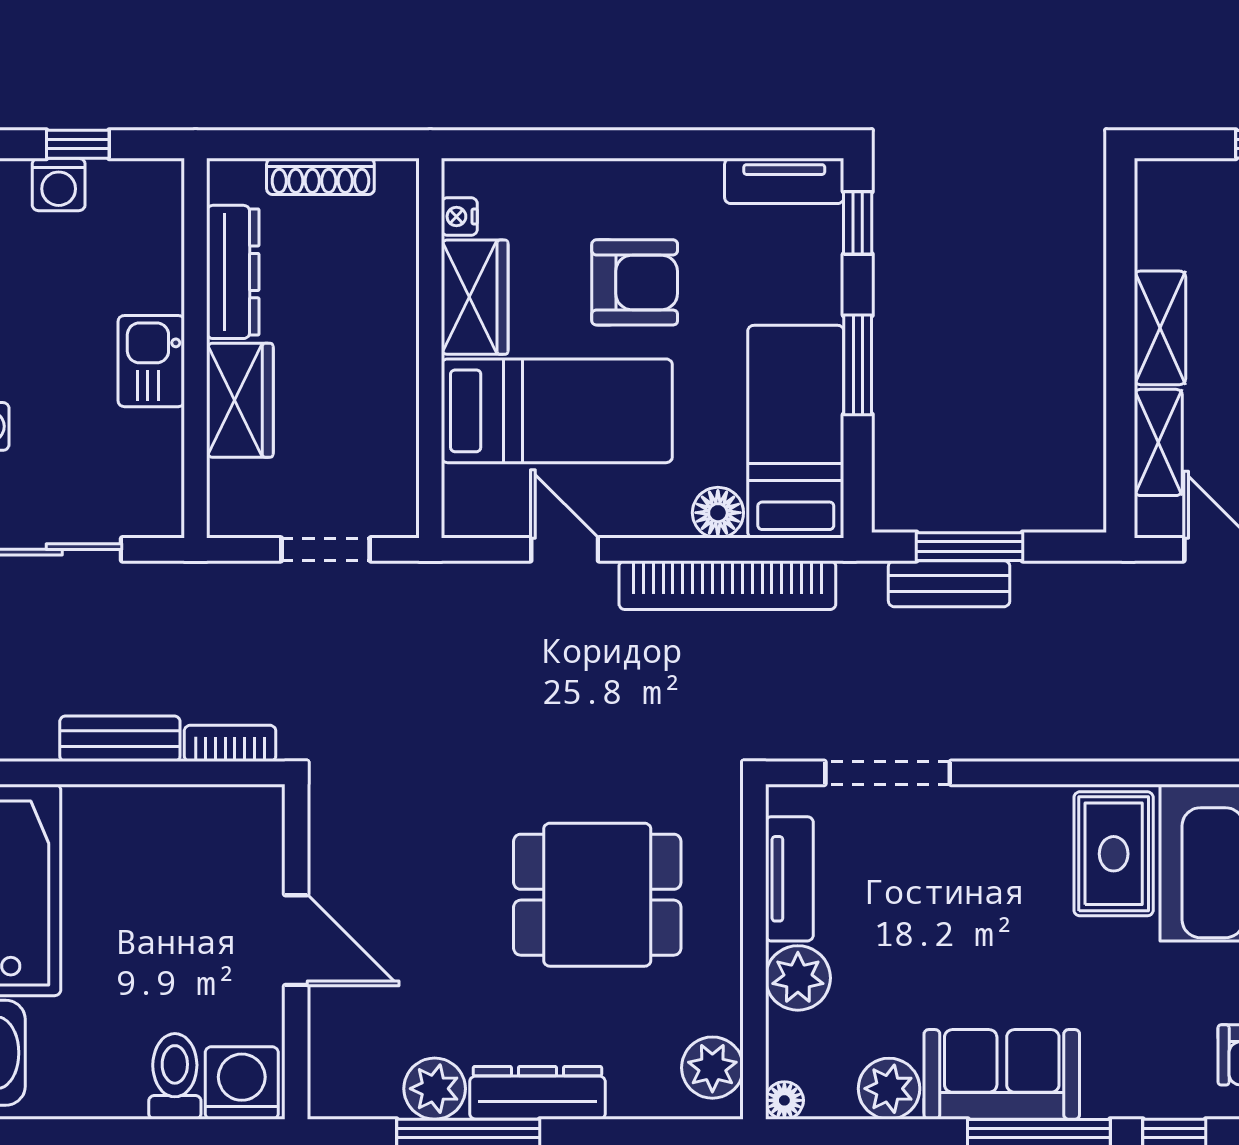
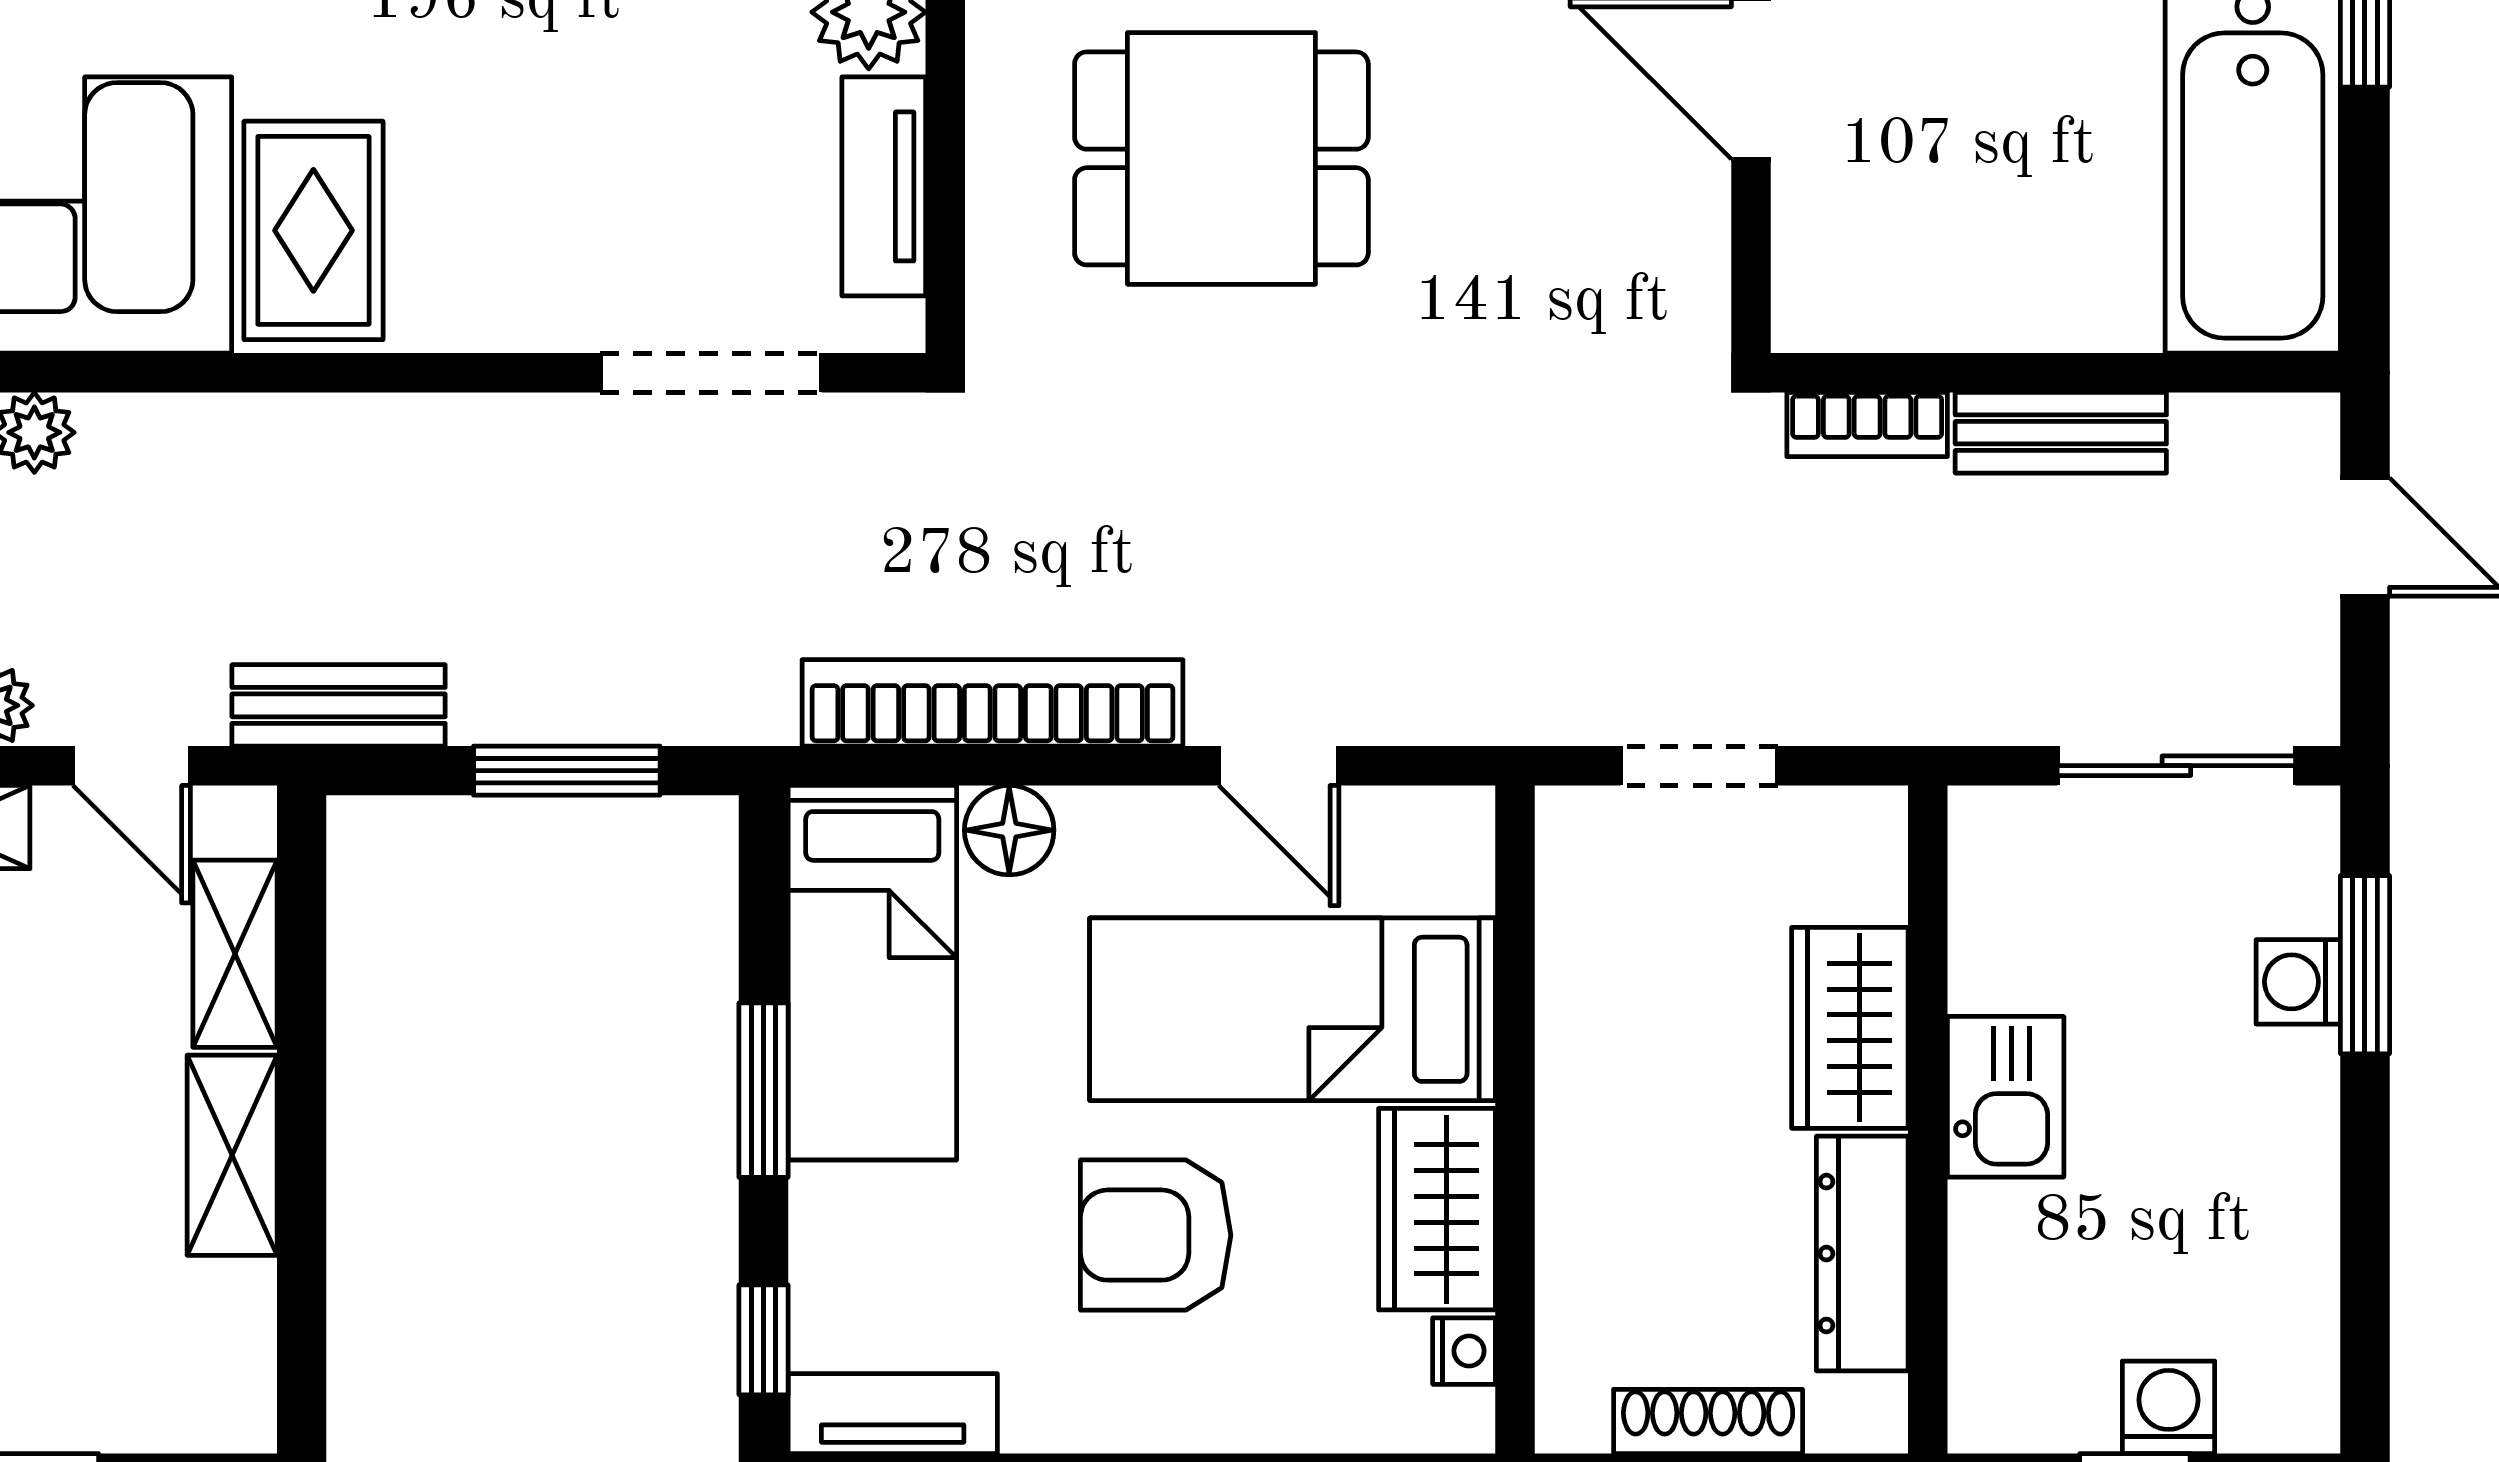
bench: (949, 584) -> (339, 705), moved

